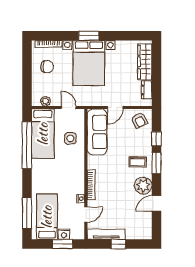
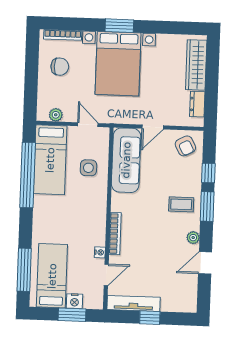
plant: (143, 186) -> (193, 238), width x0.53, depth x0.53

